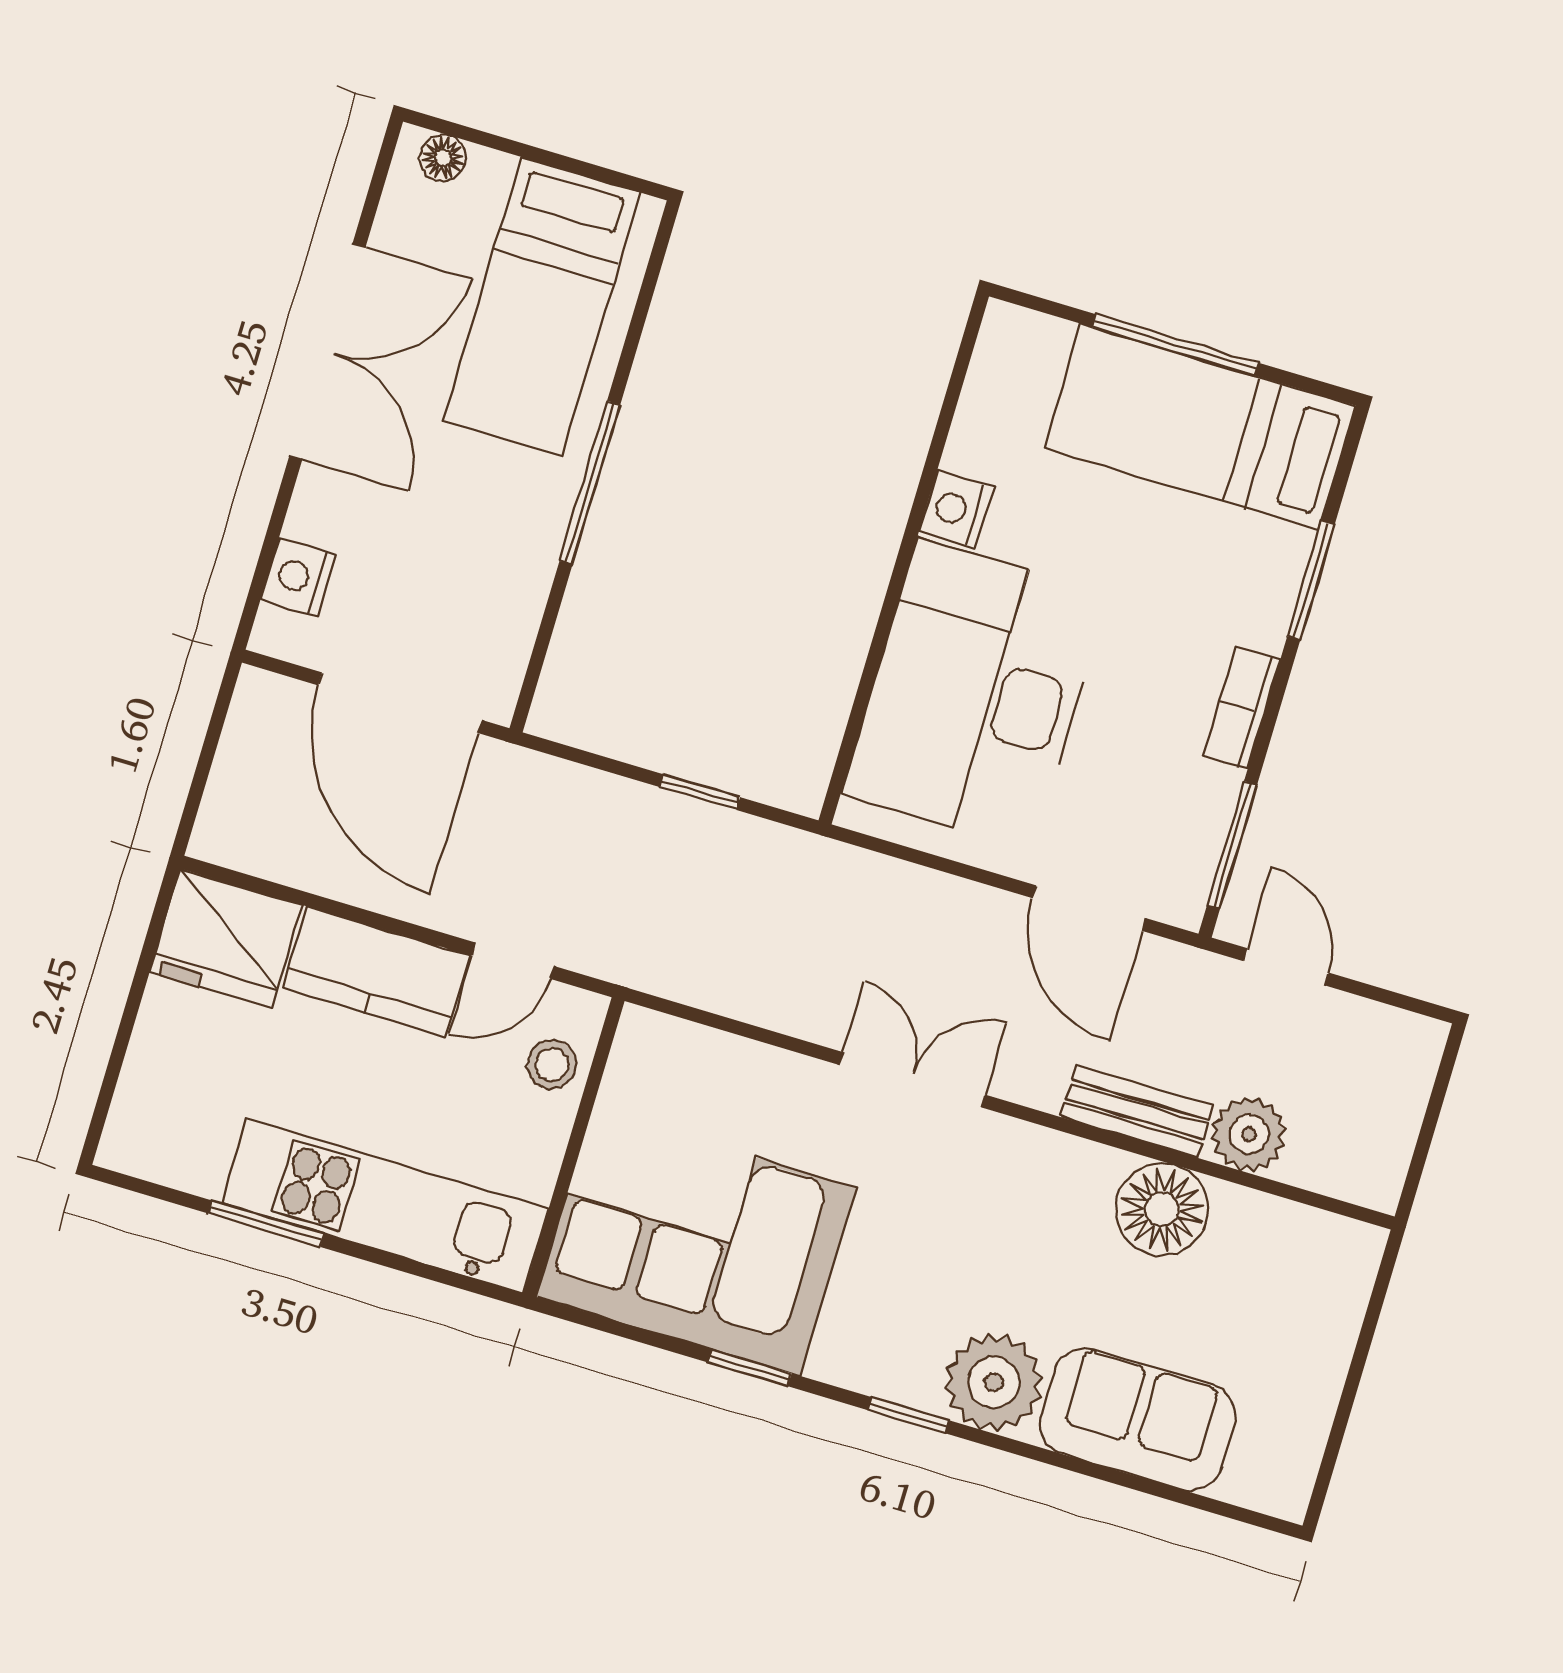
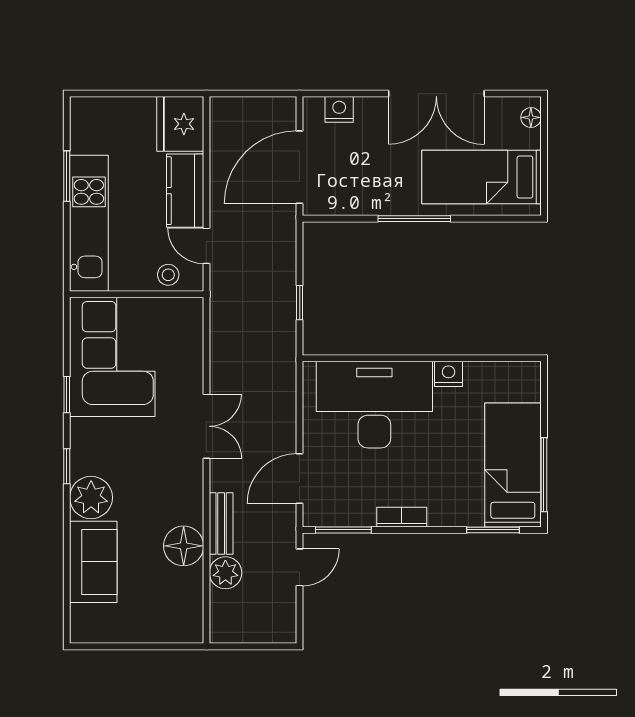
window: (1175, 345) -> (544, 475), moved
window: (1311, 580) -> (493, 530), moved

